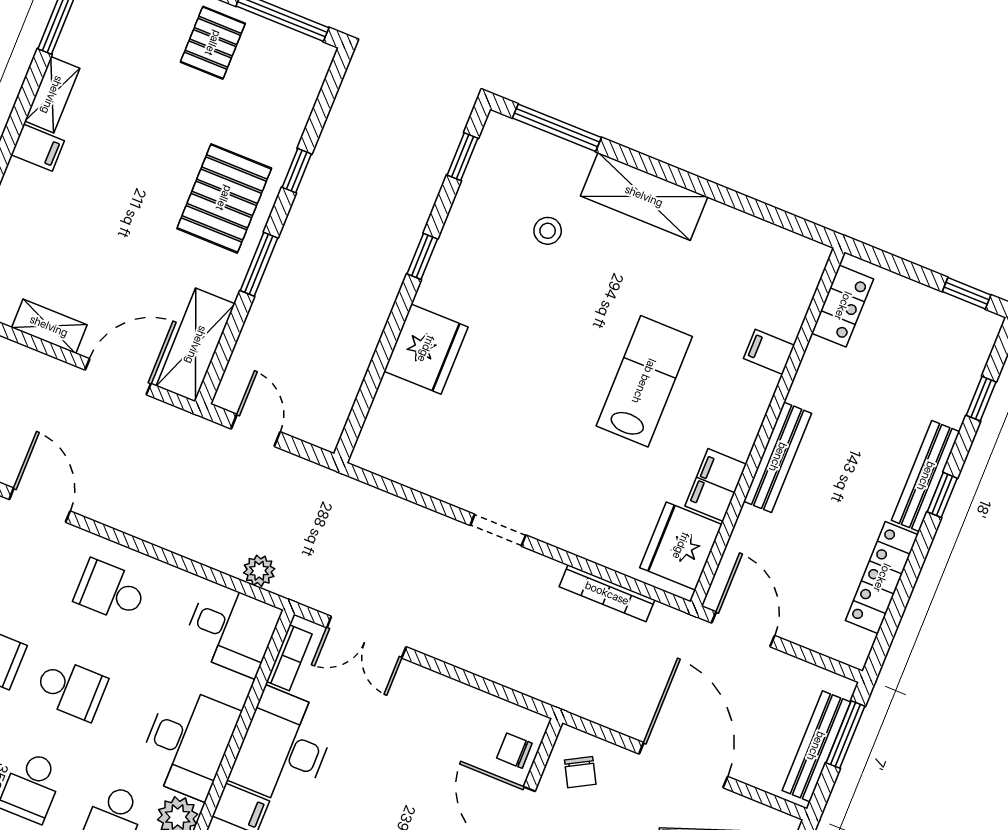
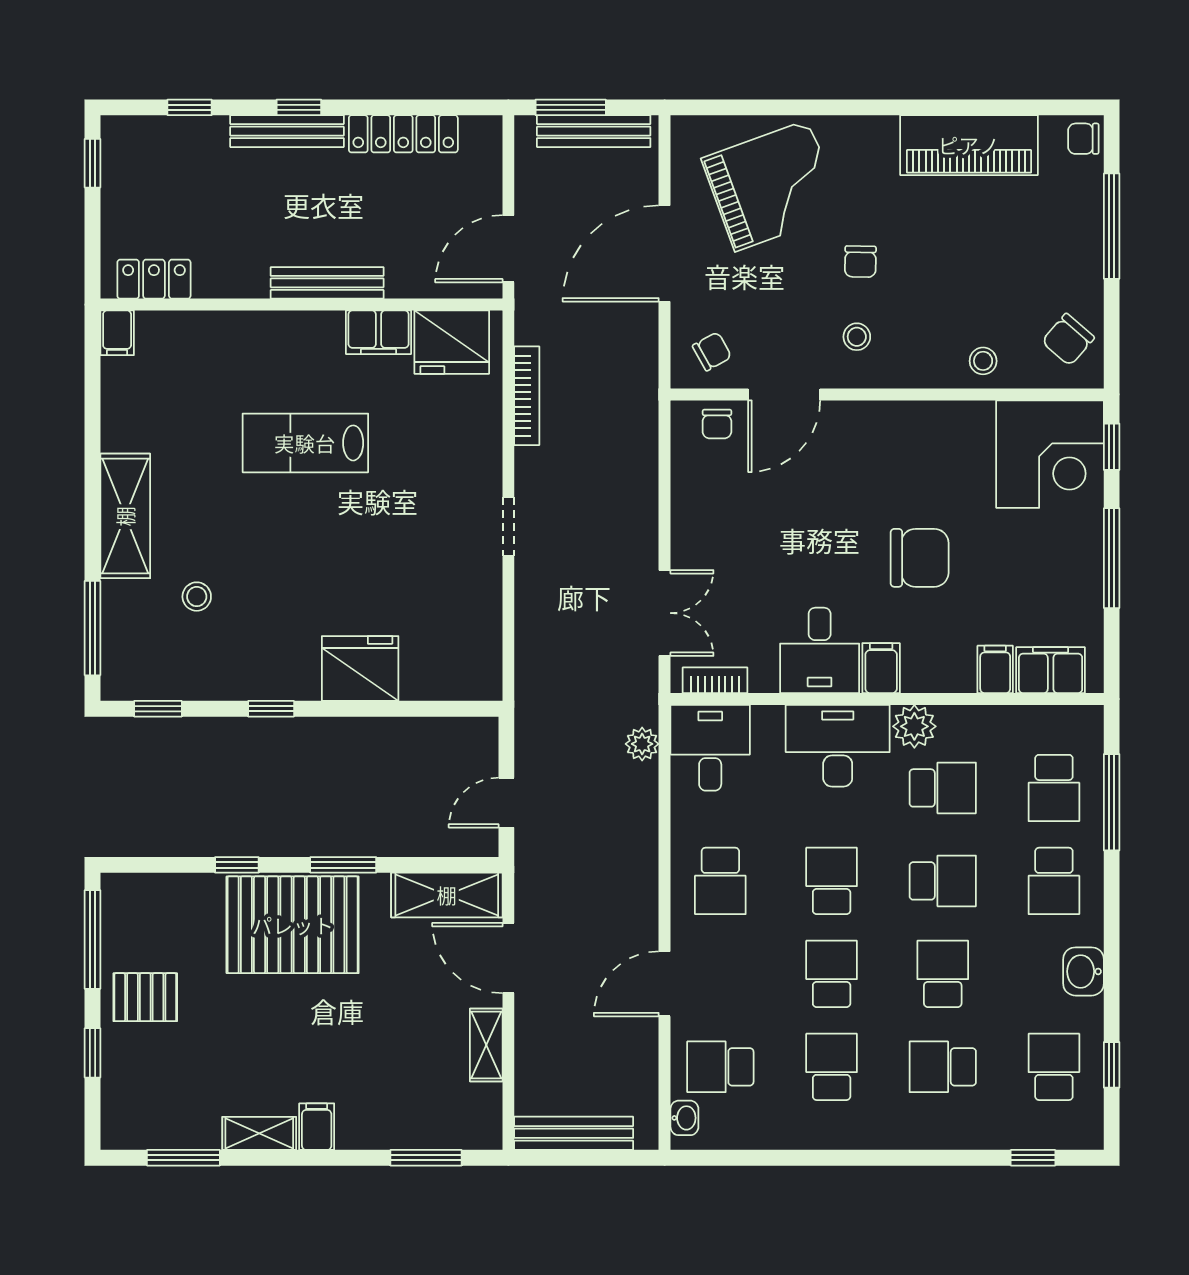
pallet: (224, 198) -> (293, 925), width x1.37, depth x1.41
filing cabinet: (769, 352) -> (117, 333), moved
desk: (284, 748) -> (820, 650), width x0.73

